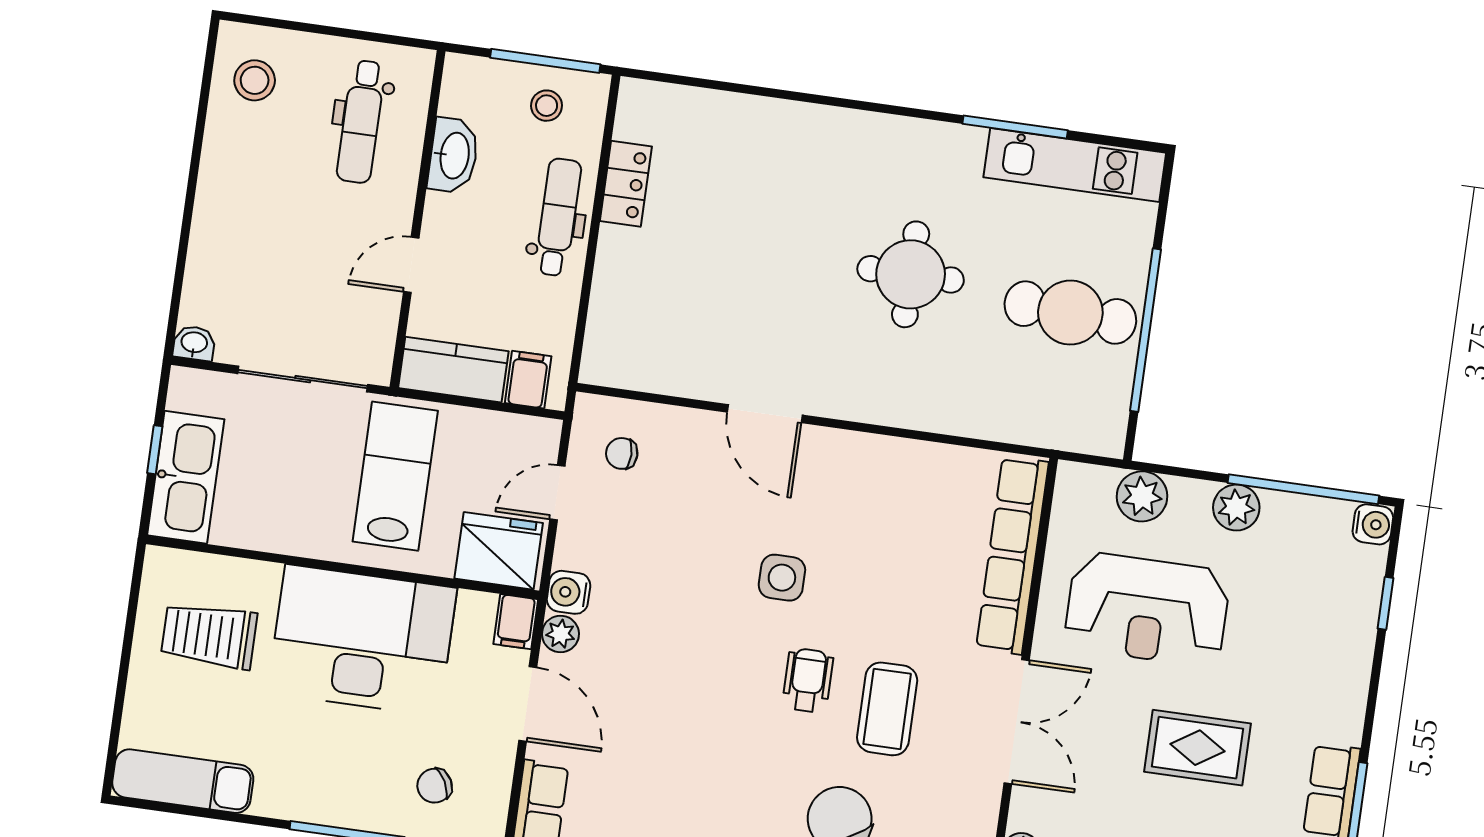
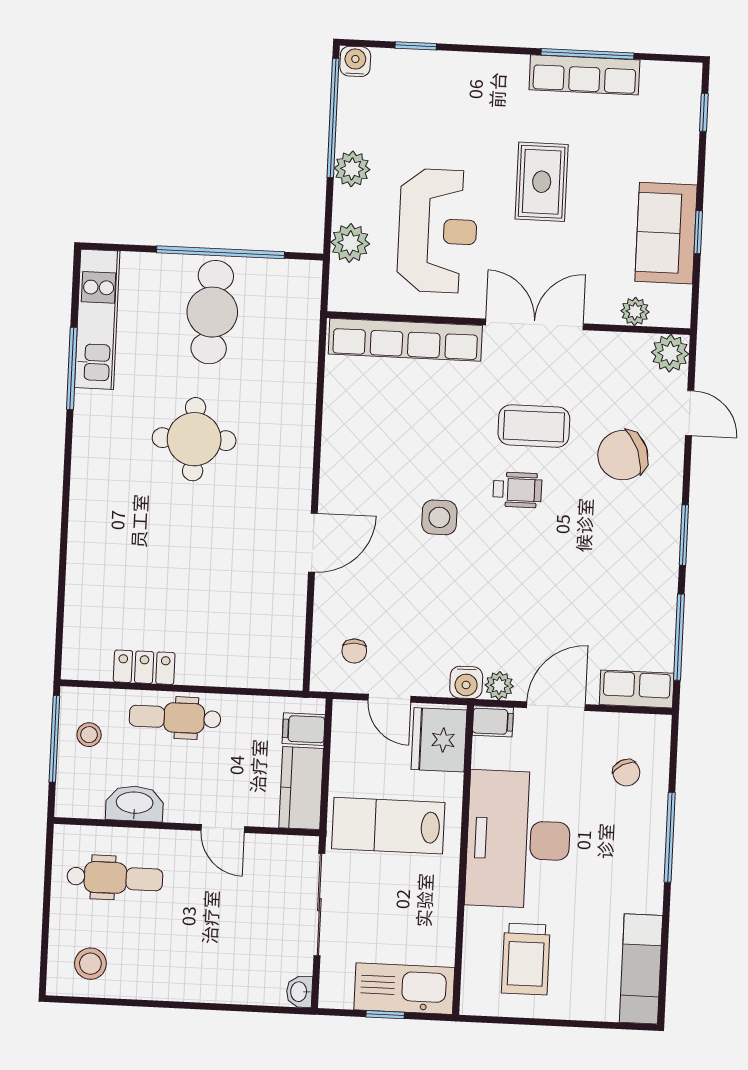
wheelchair: (808, 680) -> (517, 490), turned 180

